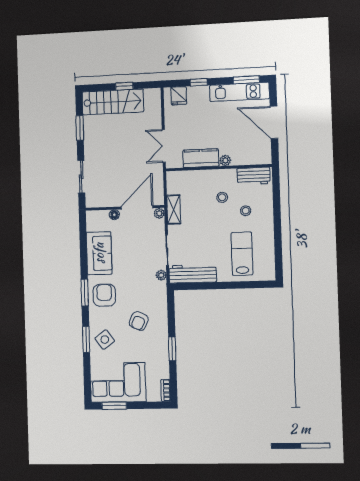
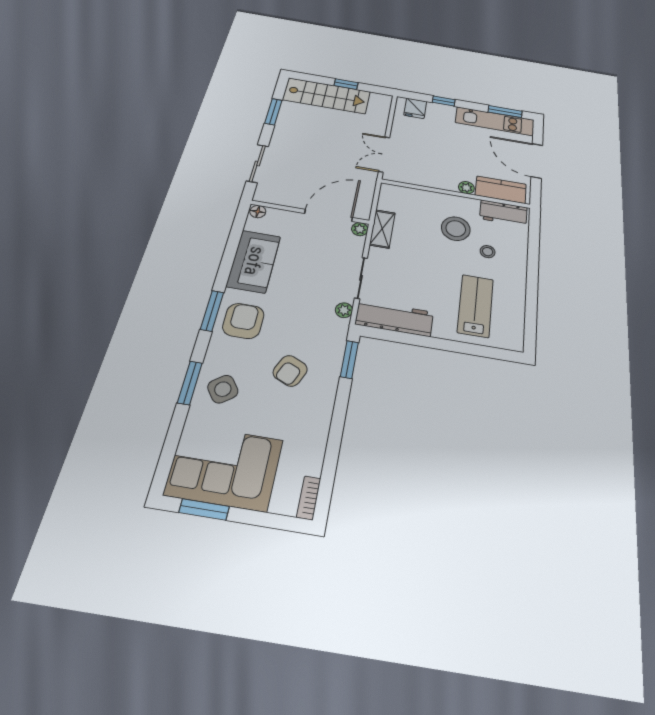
kitchen counter: (201, 158) -> (501, 190), moved
stool: (222, 197) -> (456, 229), width x1.89, depth x1.89
floor lamp: (114, 215) -> (258, 212), moved
window: (172, 349) -> (349, 359), moved

